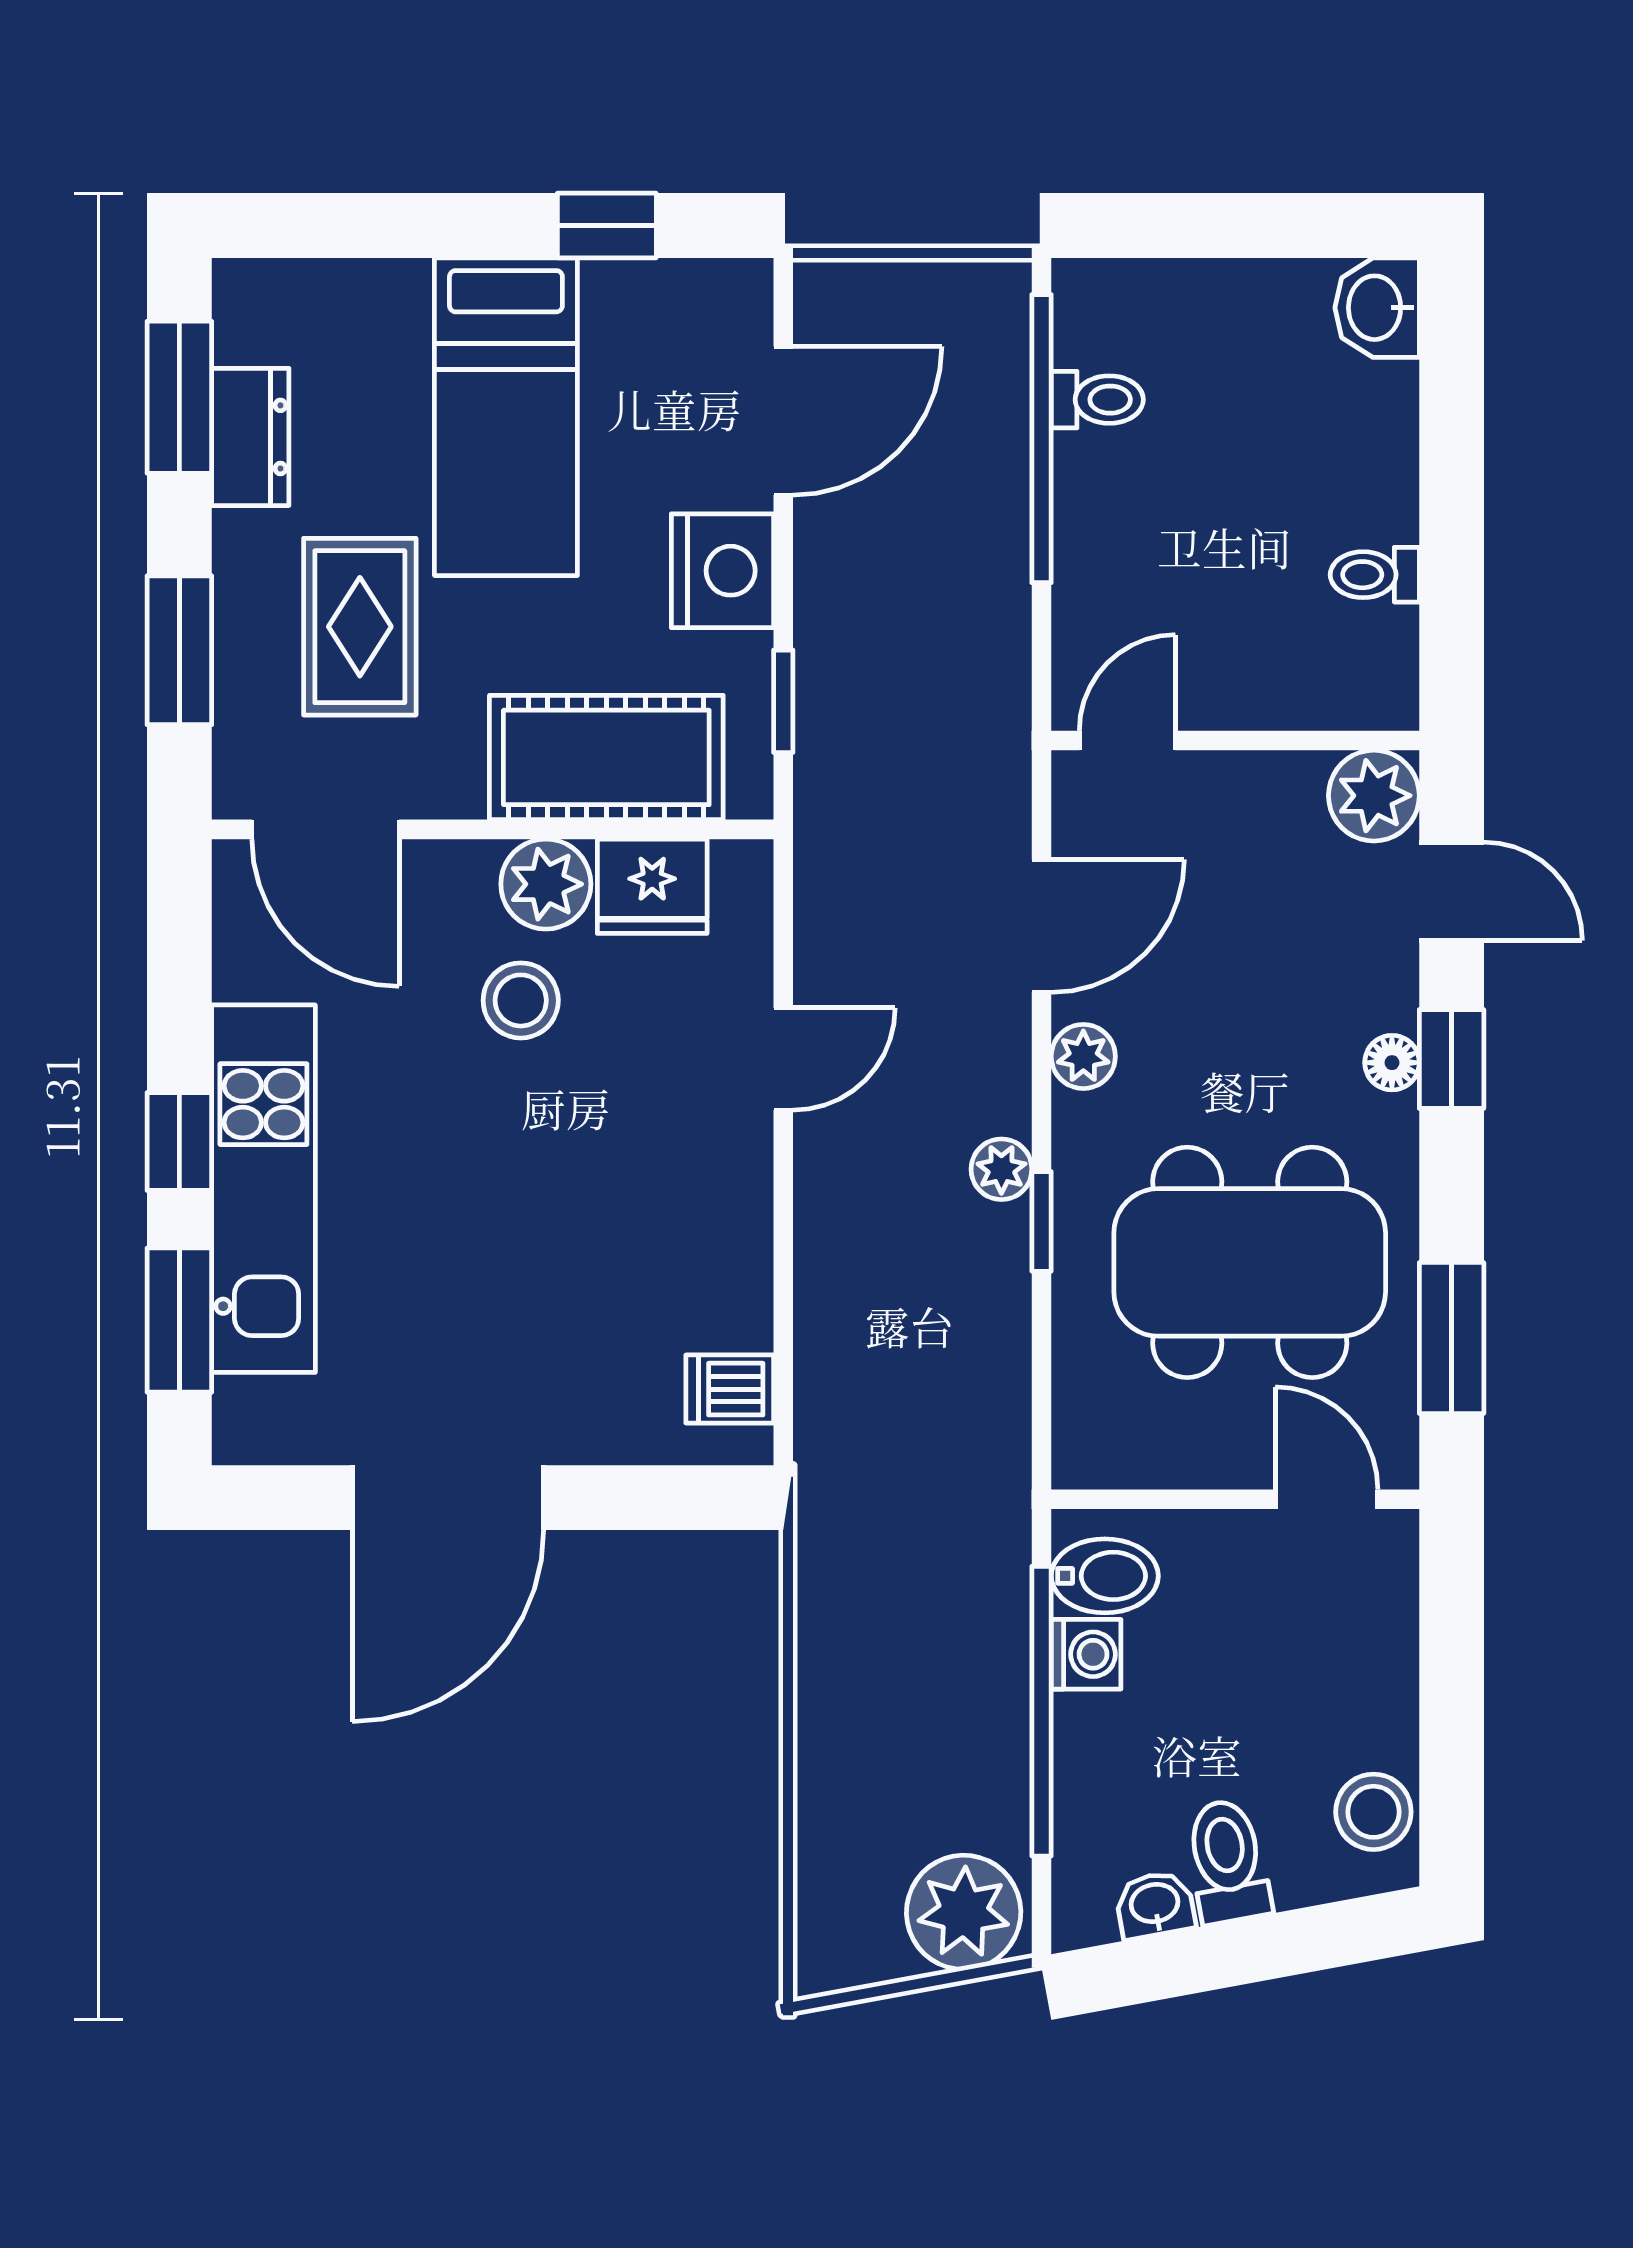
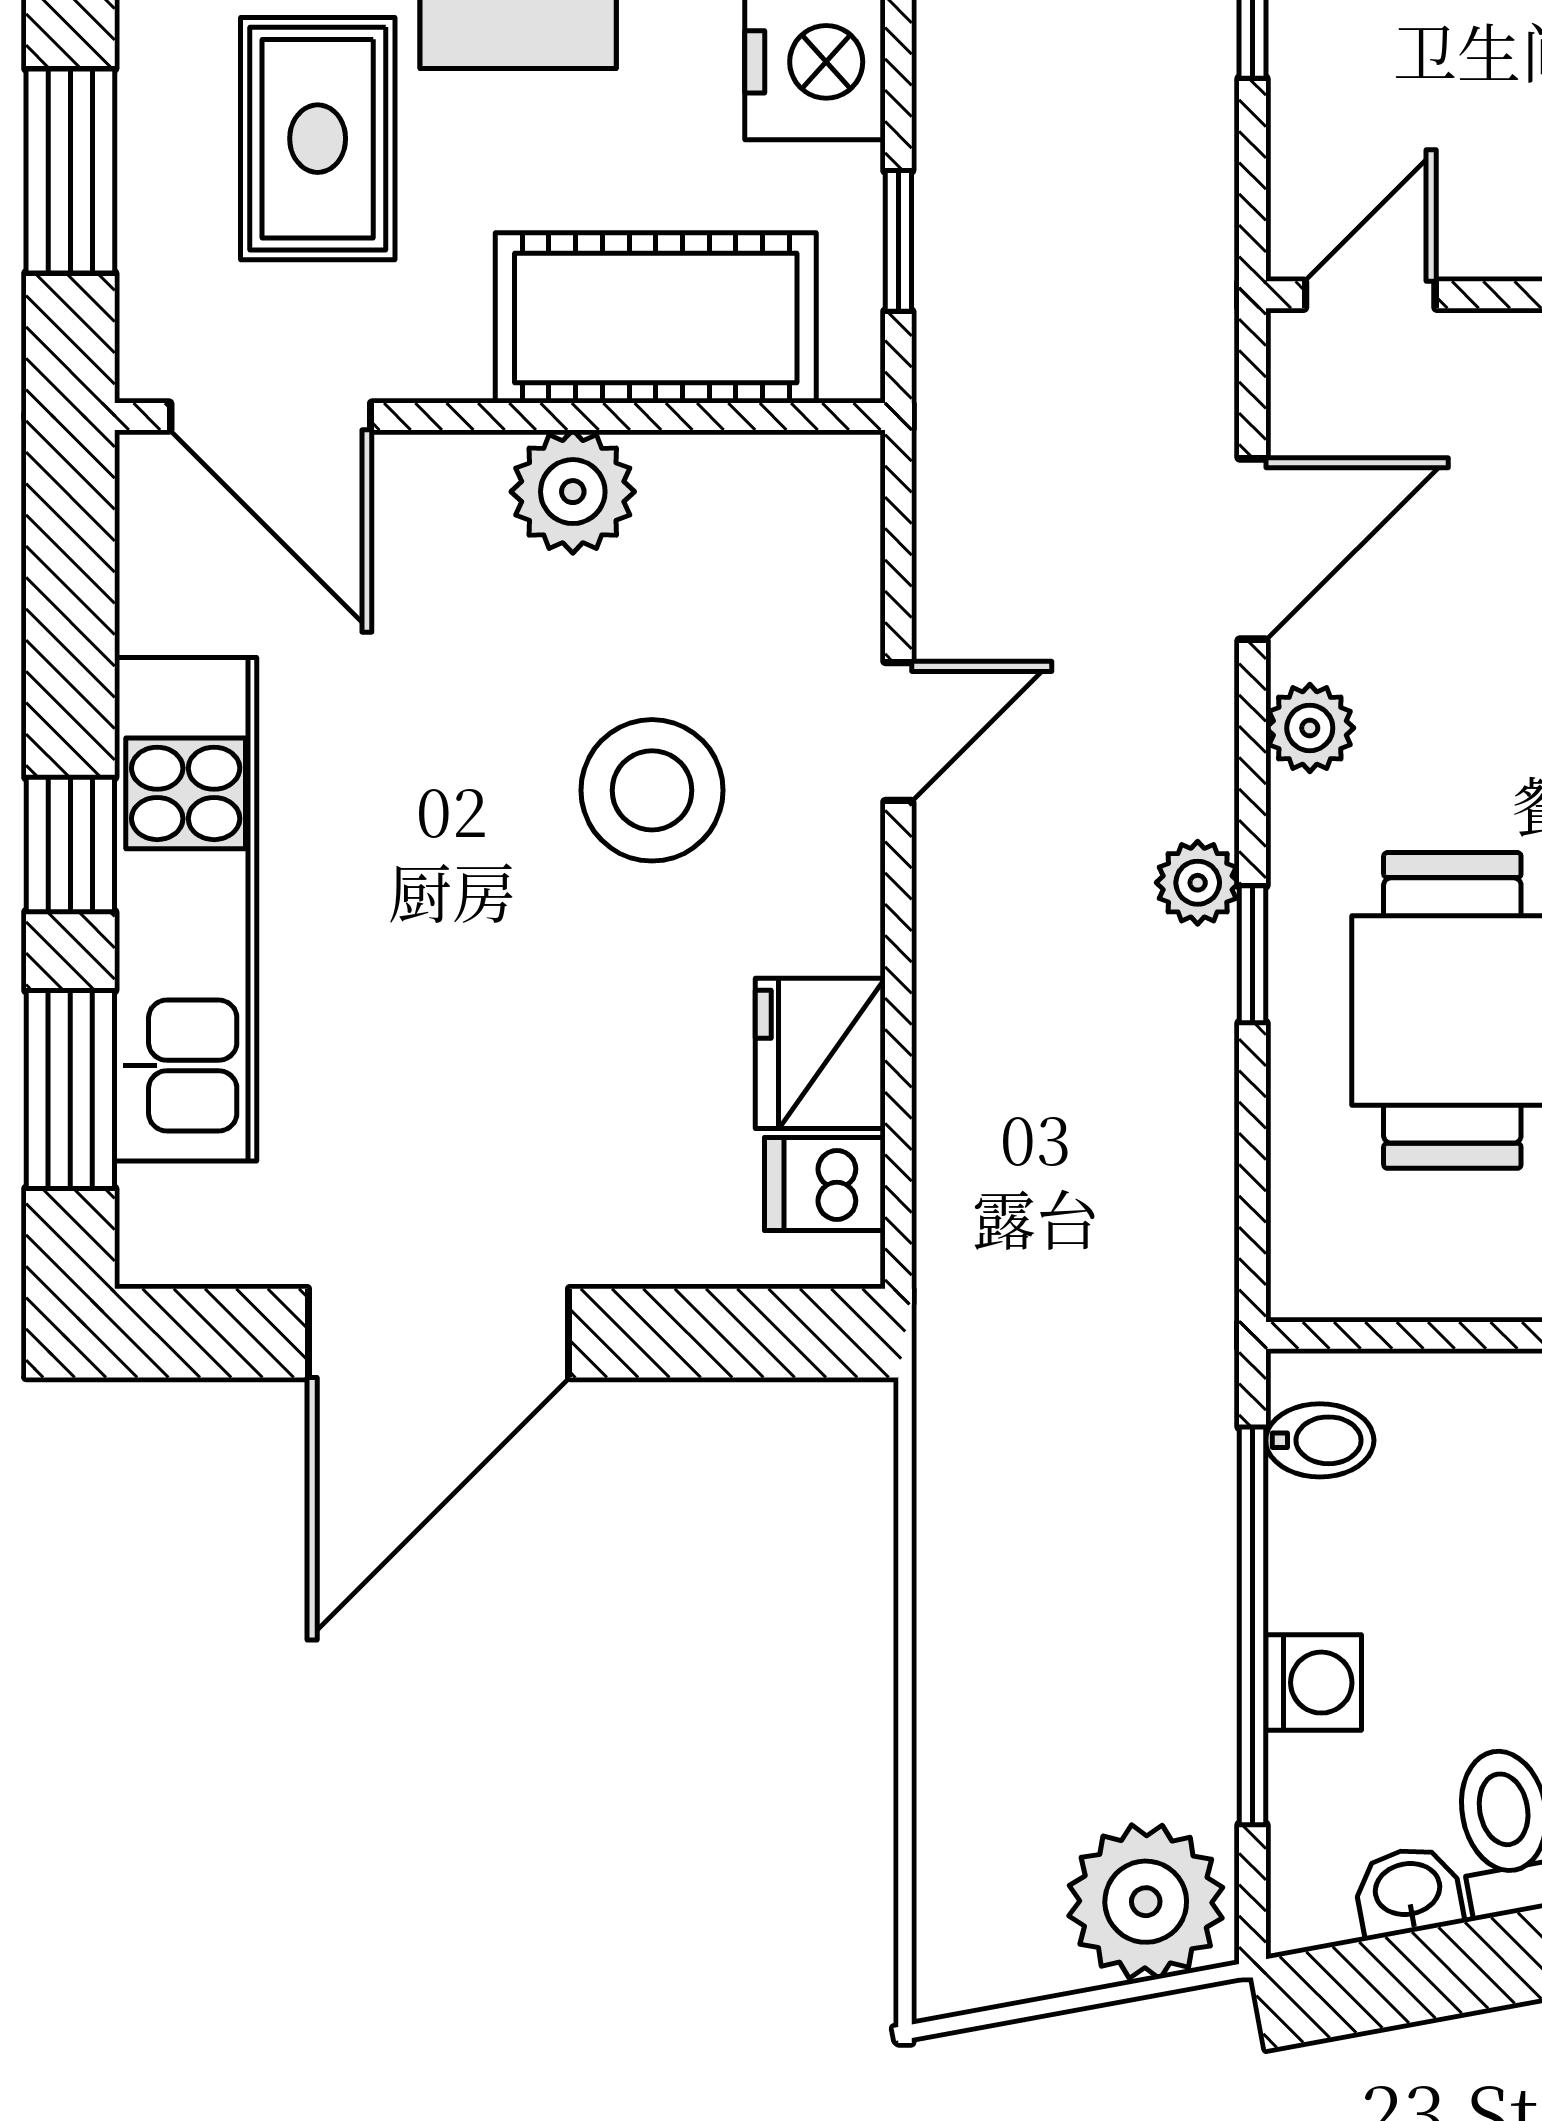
fridge: (652, 886) -> (820, 1053), moved, turned 90
stool: (521, 1000) -> (652, 790), moved, width x1.38, depth x1.38
bidet: (1105, 1576) -> (1320, 1440), width x0.72, depth x0.74
washing machine: (1086, 1654) -> (1314, 1683), moved

